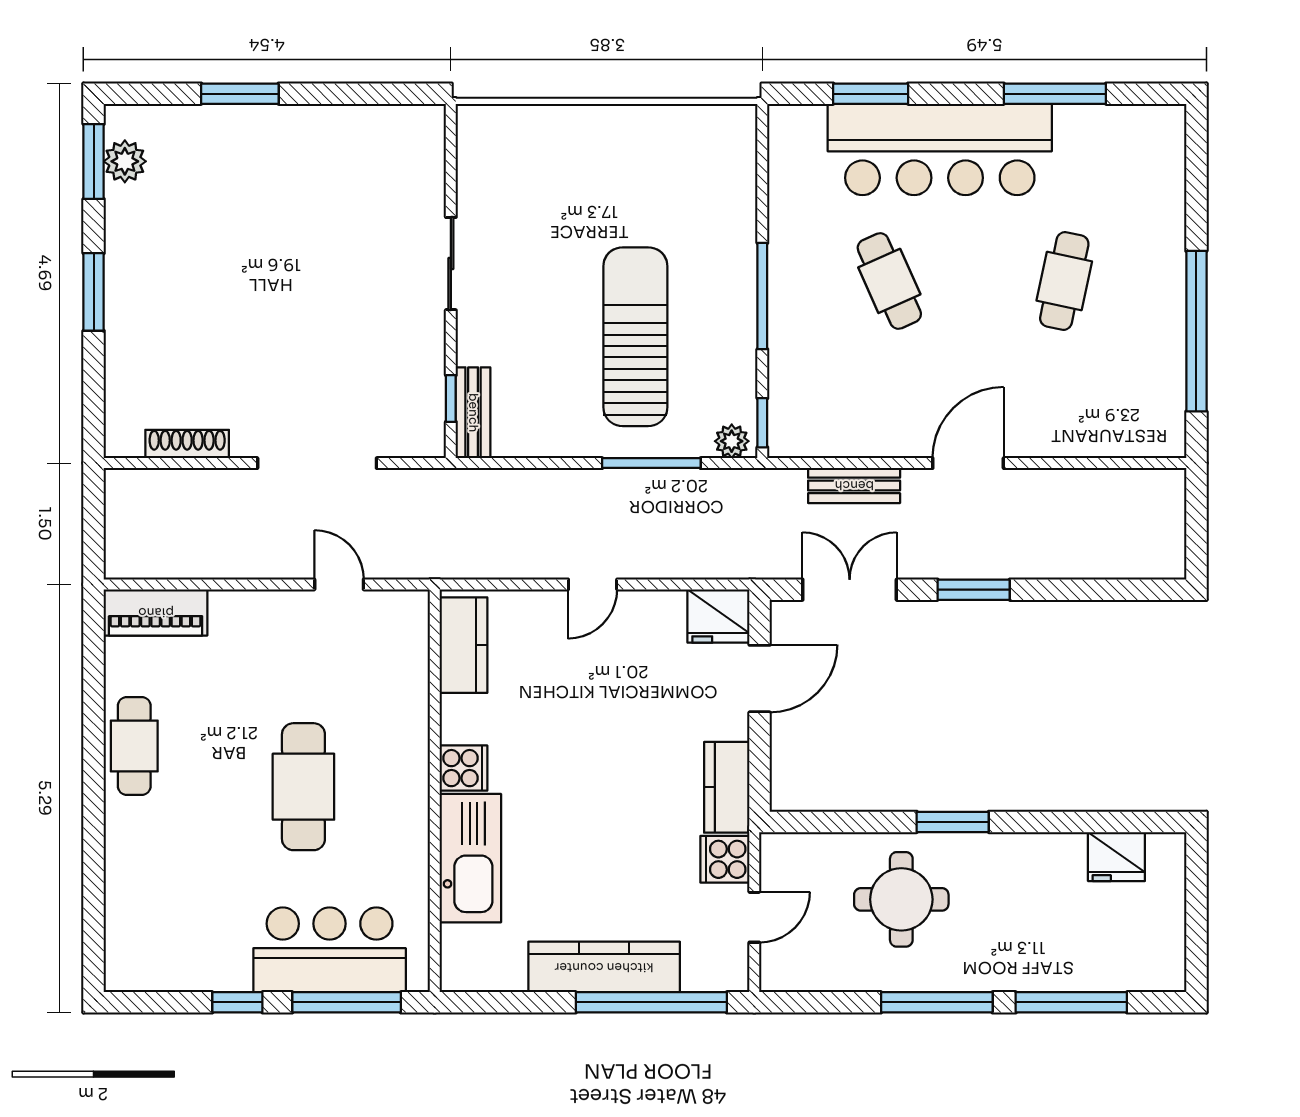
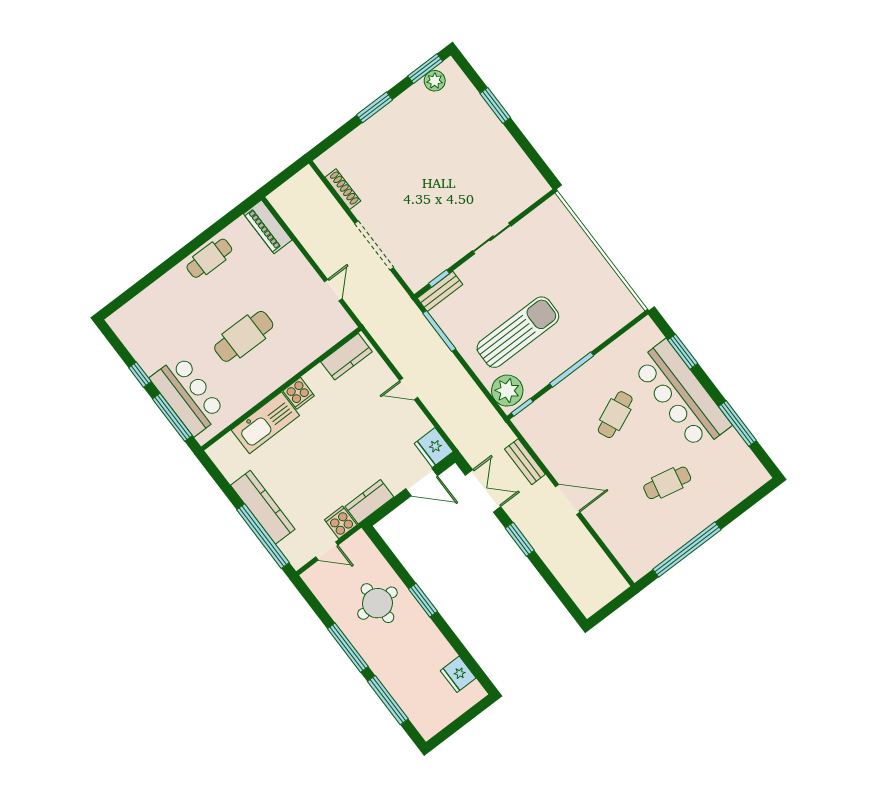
plant: (732, 441) -> (507, 391), width x1.87, depth x1.87
window: (651, 463) -> (439, 331), moved

